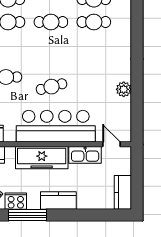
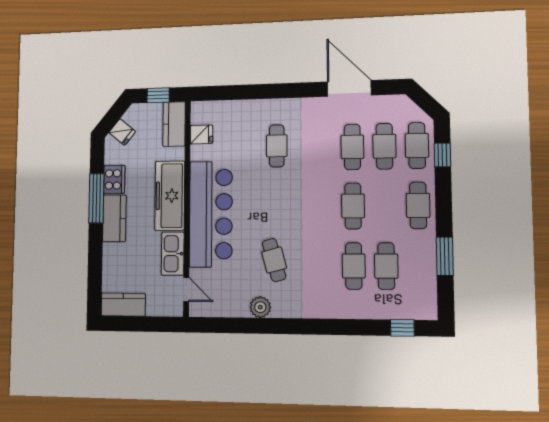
cafe table: (52, 87) -> (274, 260), moved
door: (111, 144) -> (186, 290), hinge flipped
cooker: (16, 201) -> (114, 179), moved
window: (28, 215) -> (96, 198), moved

